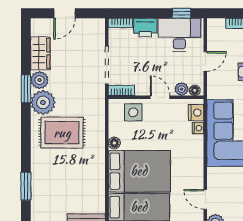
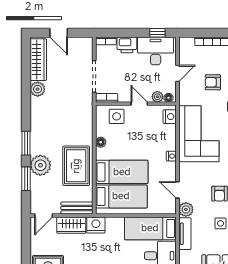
door: (64, 13) -> (59, 33), hinge flipped
wardrobe: (40, 53) -> (38, 60), width x1.50
window: (26, 89) -> (26, 143), moved
plant: (43, 102) -> (40, 165), moved
nightstand: (198, 128) -> (171, 156), moved
rug: (62, 133) -> (76, 166), moved, turned 90
bed: (139, 171) -> (122, 172), width x0.67

